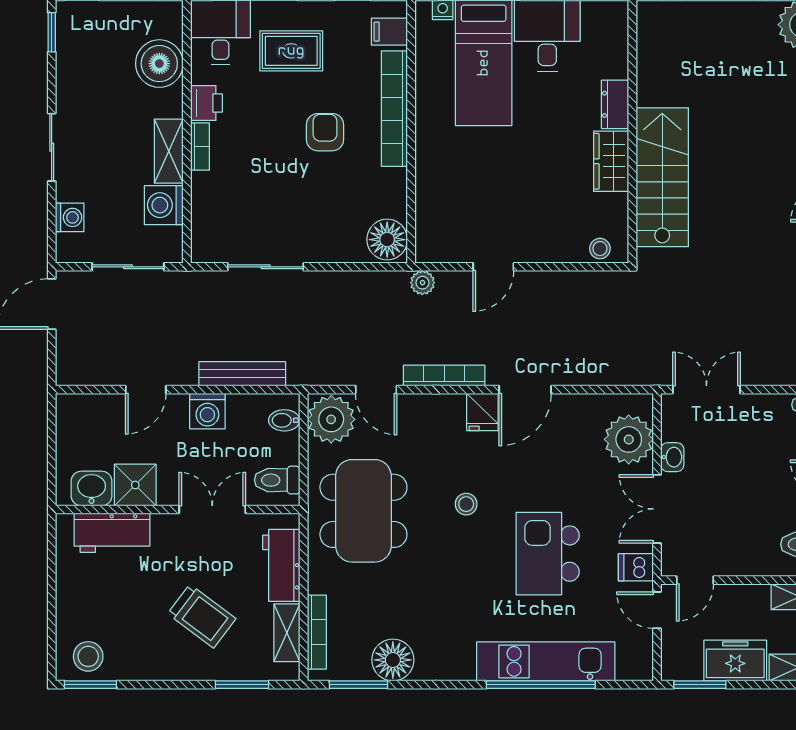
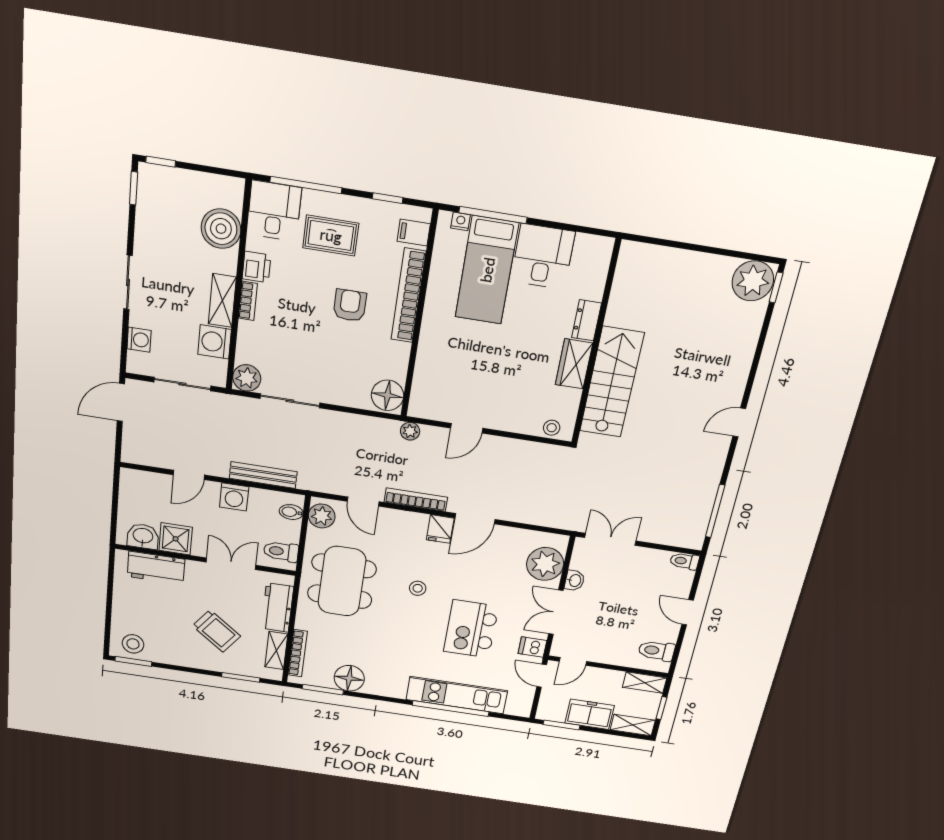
plant: (208, 246) -> (247, 378), added
plant: (331, 419) -> (322, 516), width x0.73, depth x0.73

